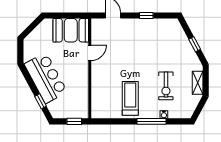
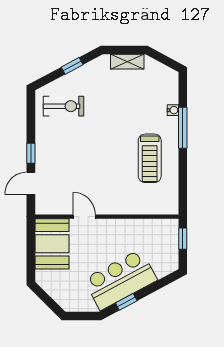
window: (146, 16) -> (31, 153), moved
exercise bike: (166, 86) -> (64, 106), moved
treadmill: (130, 98) -> (150, 158), turned -90
window: (40, 101) -> (126, 302), moved

